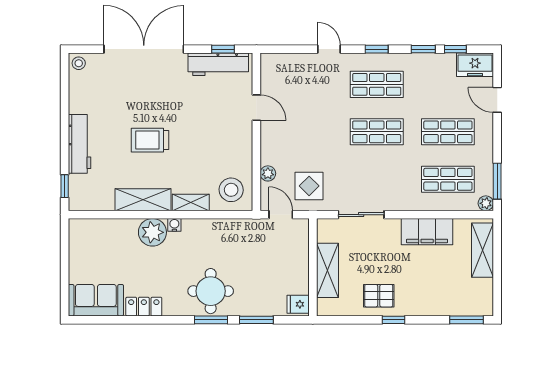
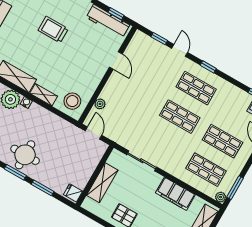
window: (423, 49) -> (159, 39), moved
trolley: (150, 140) -> (53, 30), moved
display table: (309, 186) -> (120, 126), removed

